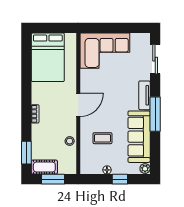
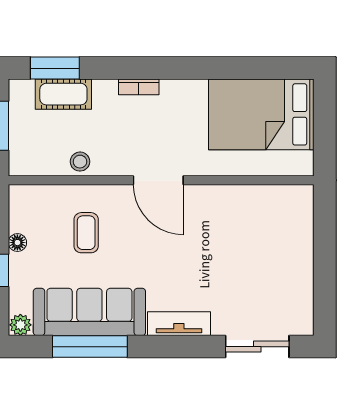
corner sofa: (105, 51) -> (276, 238), removed
window: (155, 114) -> (90, 347), moved
cot: (44, 167) -> (63, 94), moved, turned 90

